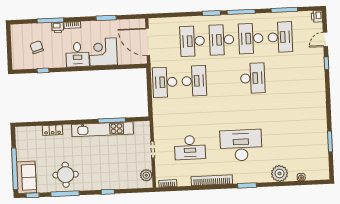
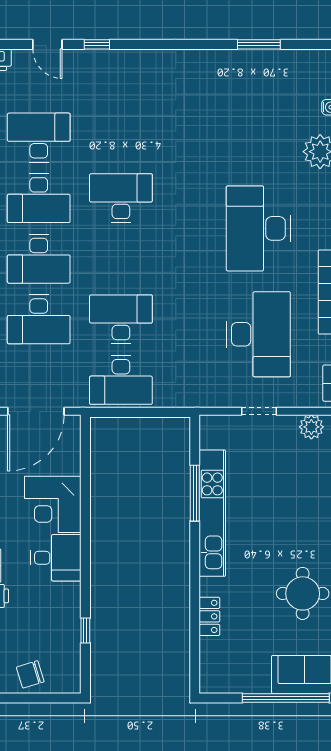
chair: (37, 47) -> (30, 674), moved
desk: (190, 148) -> (258, 334), width x1.36, depth x1.30

